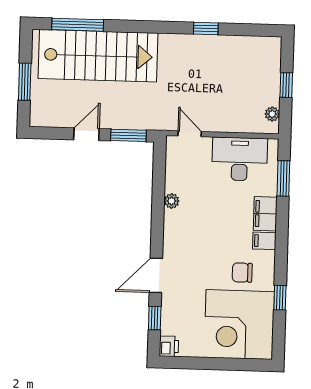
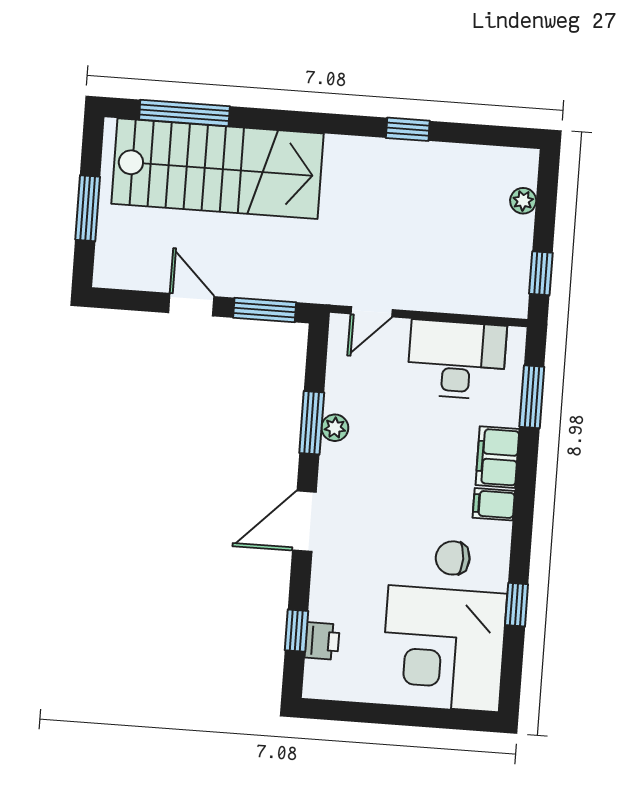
window: (286, 85) -> (541, 273), moved
plant: (272, 114) -> (523, 201), moved
door: (86, 134) -> (191, 305), hinge flipped
door: (190, 134) -> (372, 312), swing flipped
window: (158, 199) -> (312, 423), added
door: (156, 275) -> (304, 521), moved
printer: (169, 346) -> (322, 641), moved

